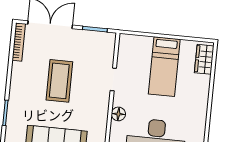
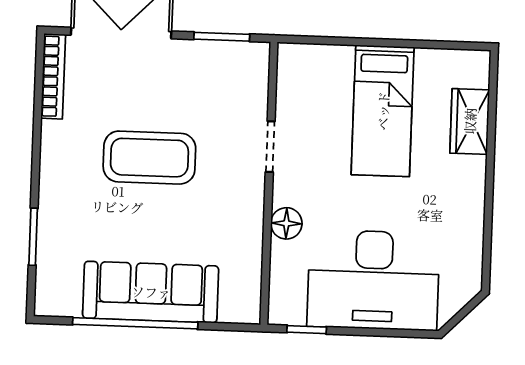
wardrobe: (204, 59) -> (470, 121), moved
coffee table: (59, 81) -> (149, 158), turned 90

